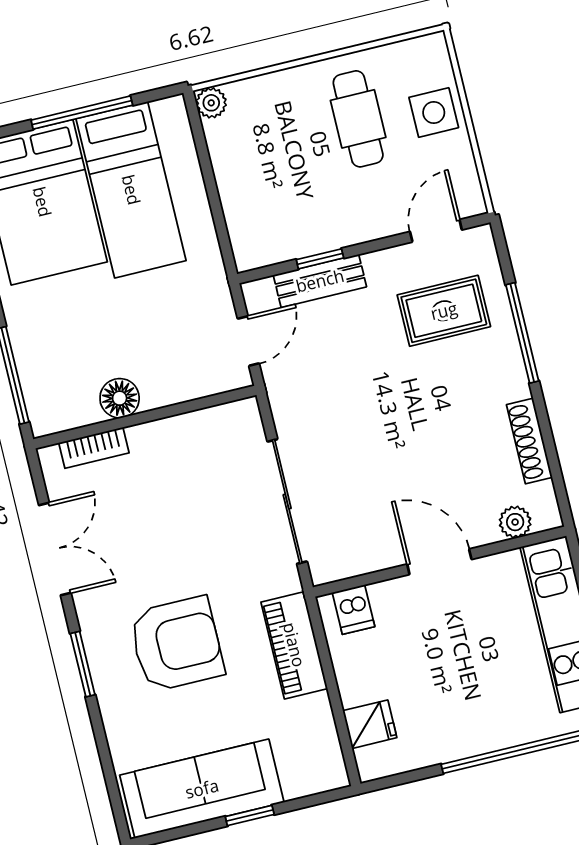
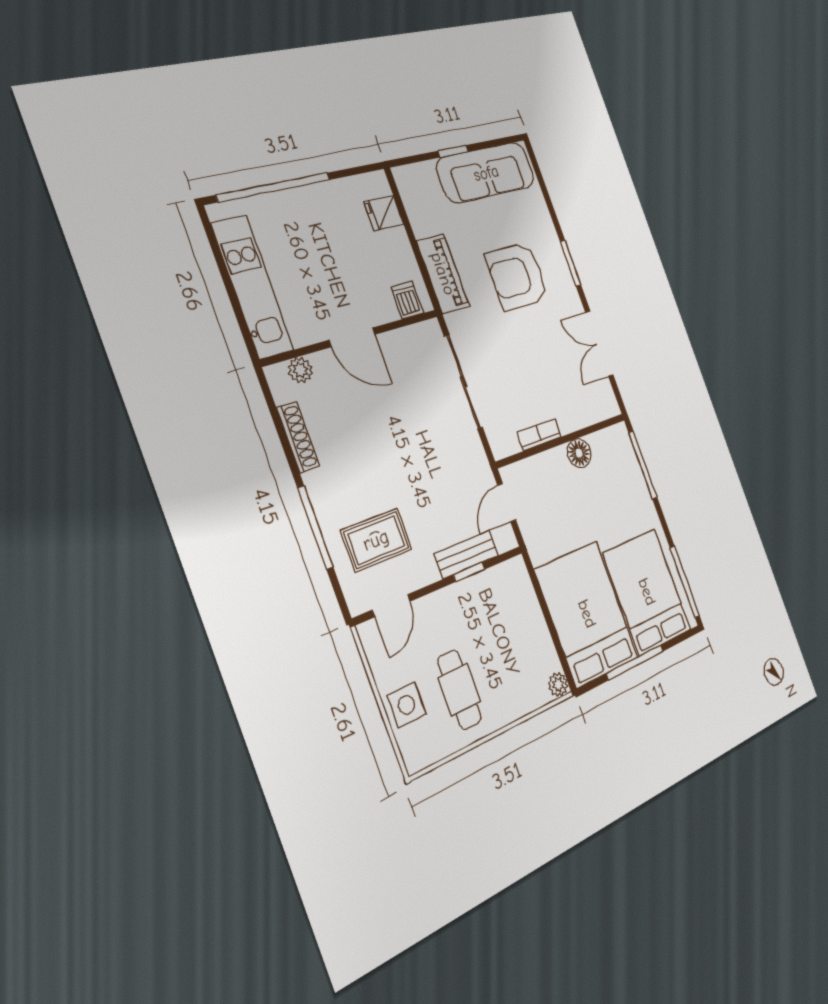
bed: (131, 190) -> (587, 614), width x1.50
bookcase: (94, 448) -> (539, 434), moved

